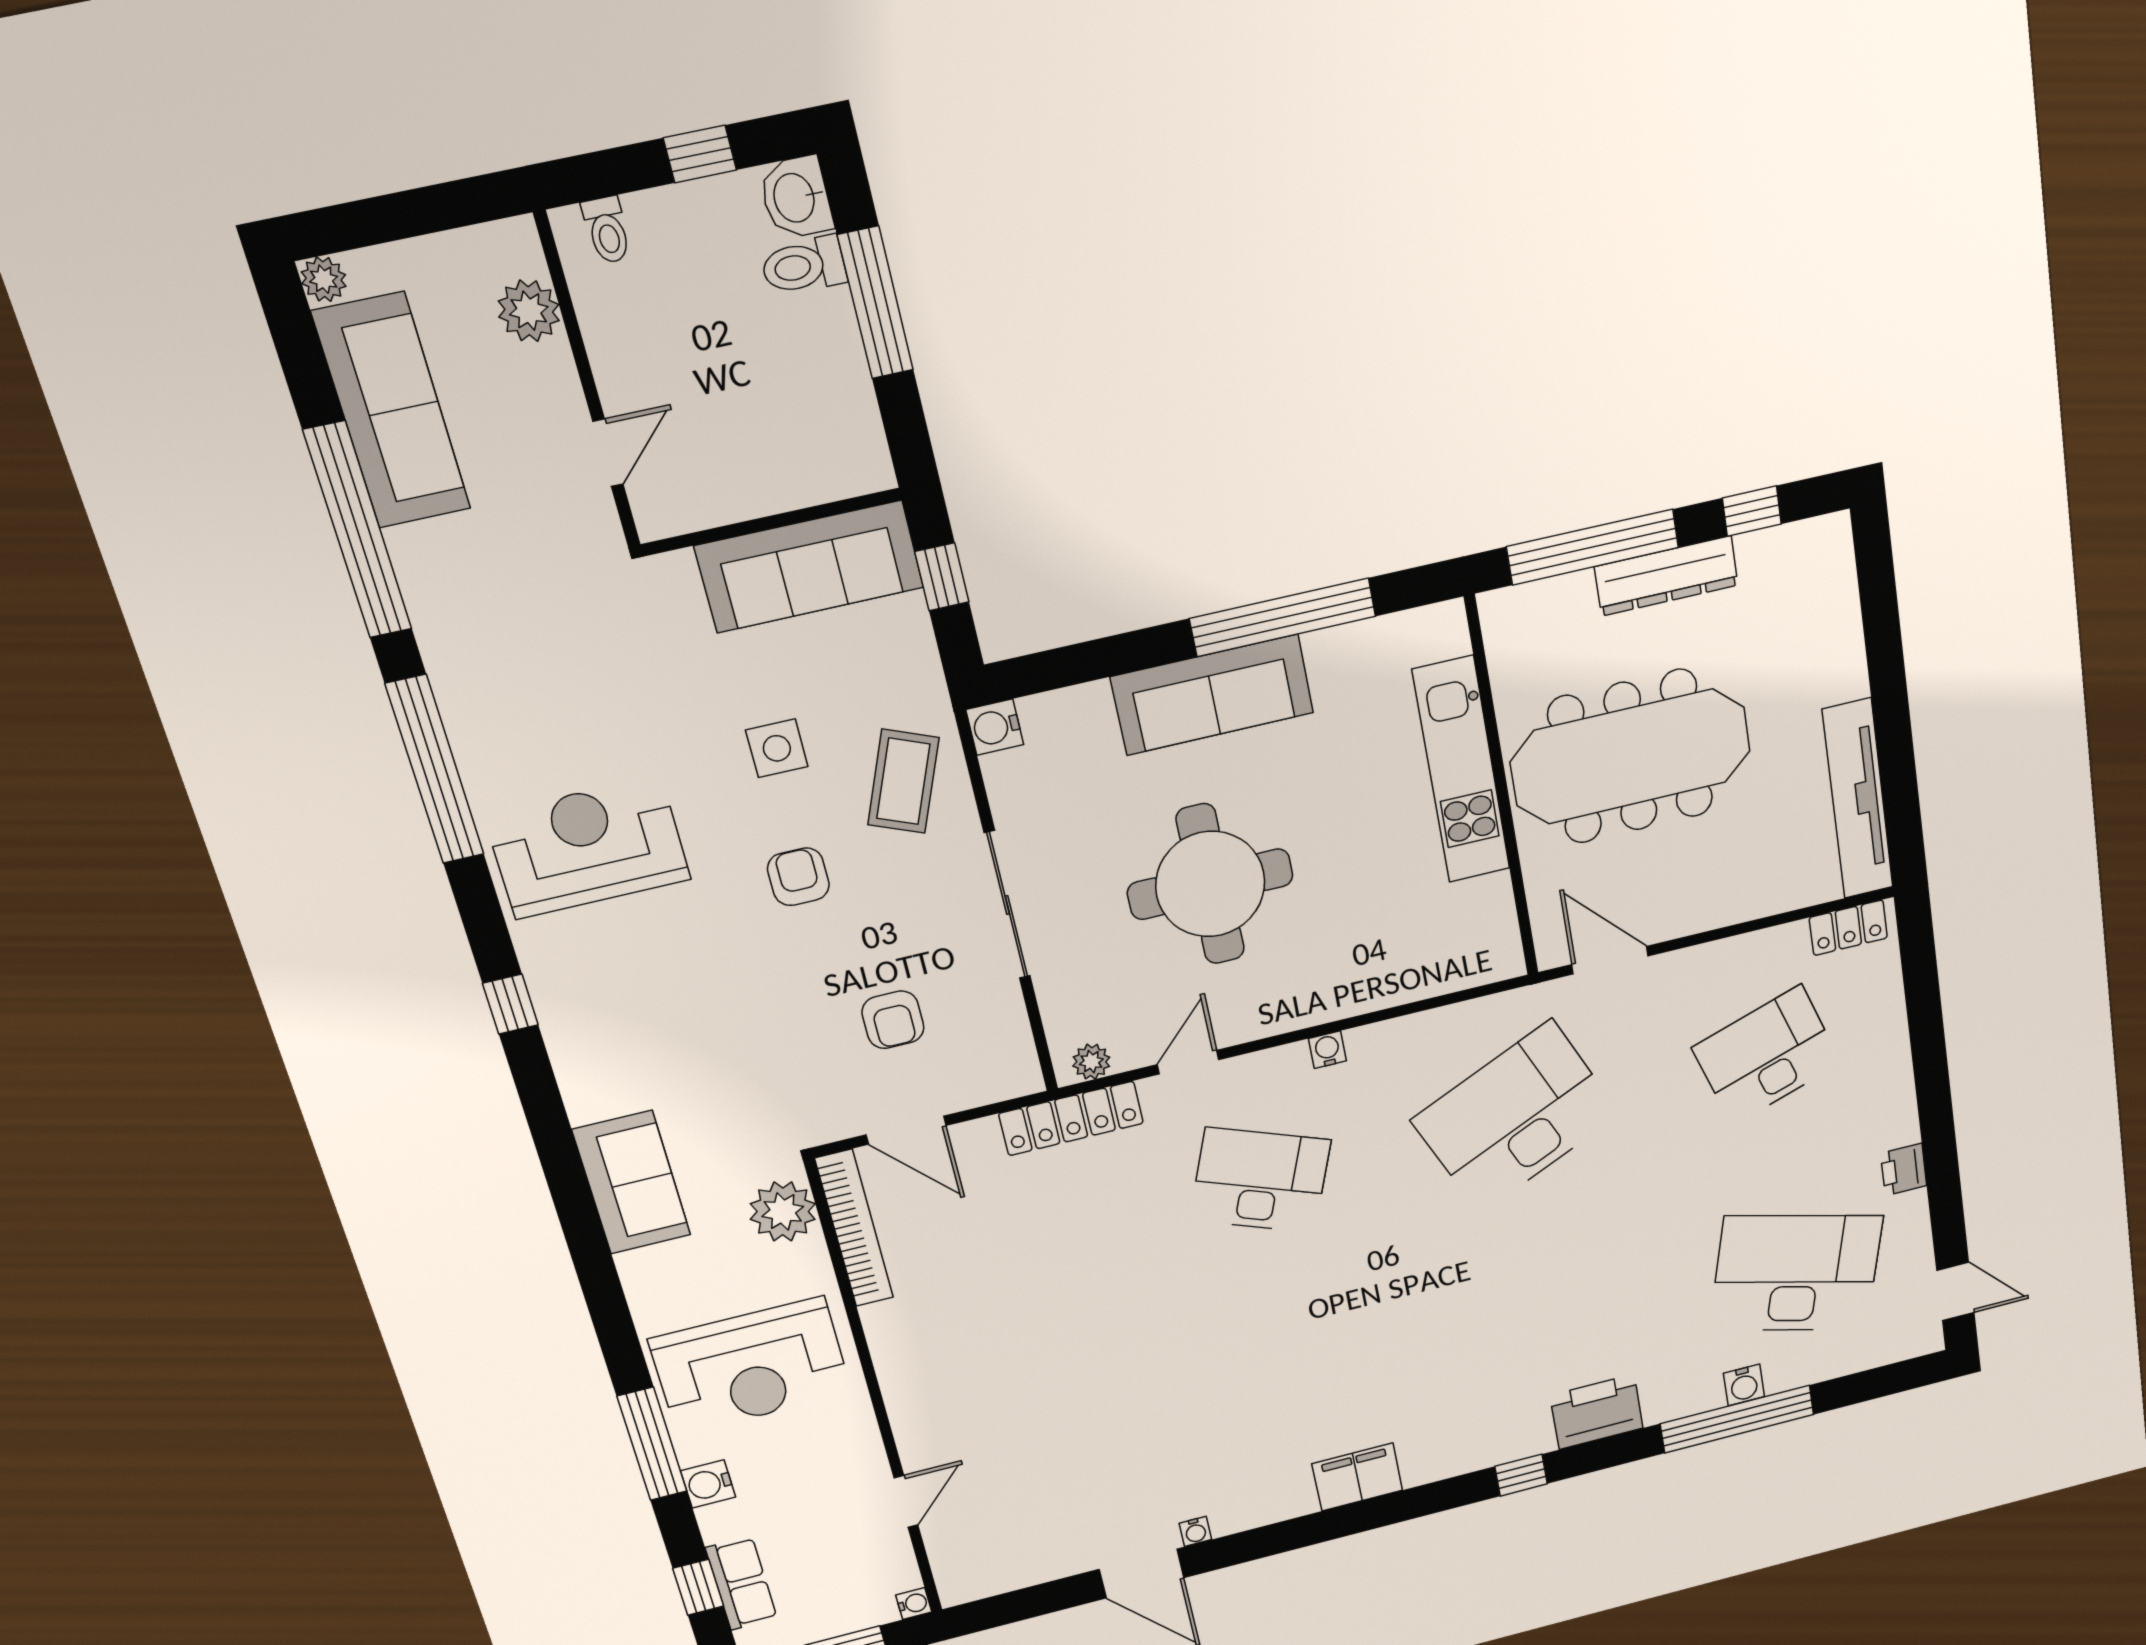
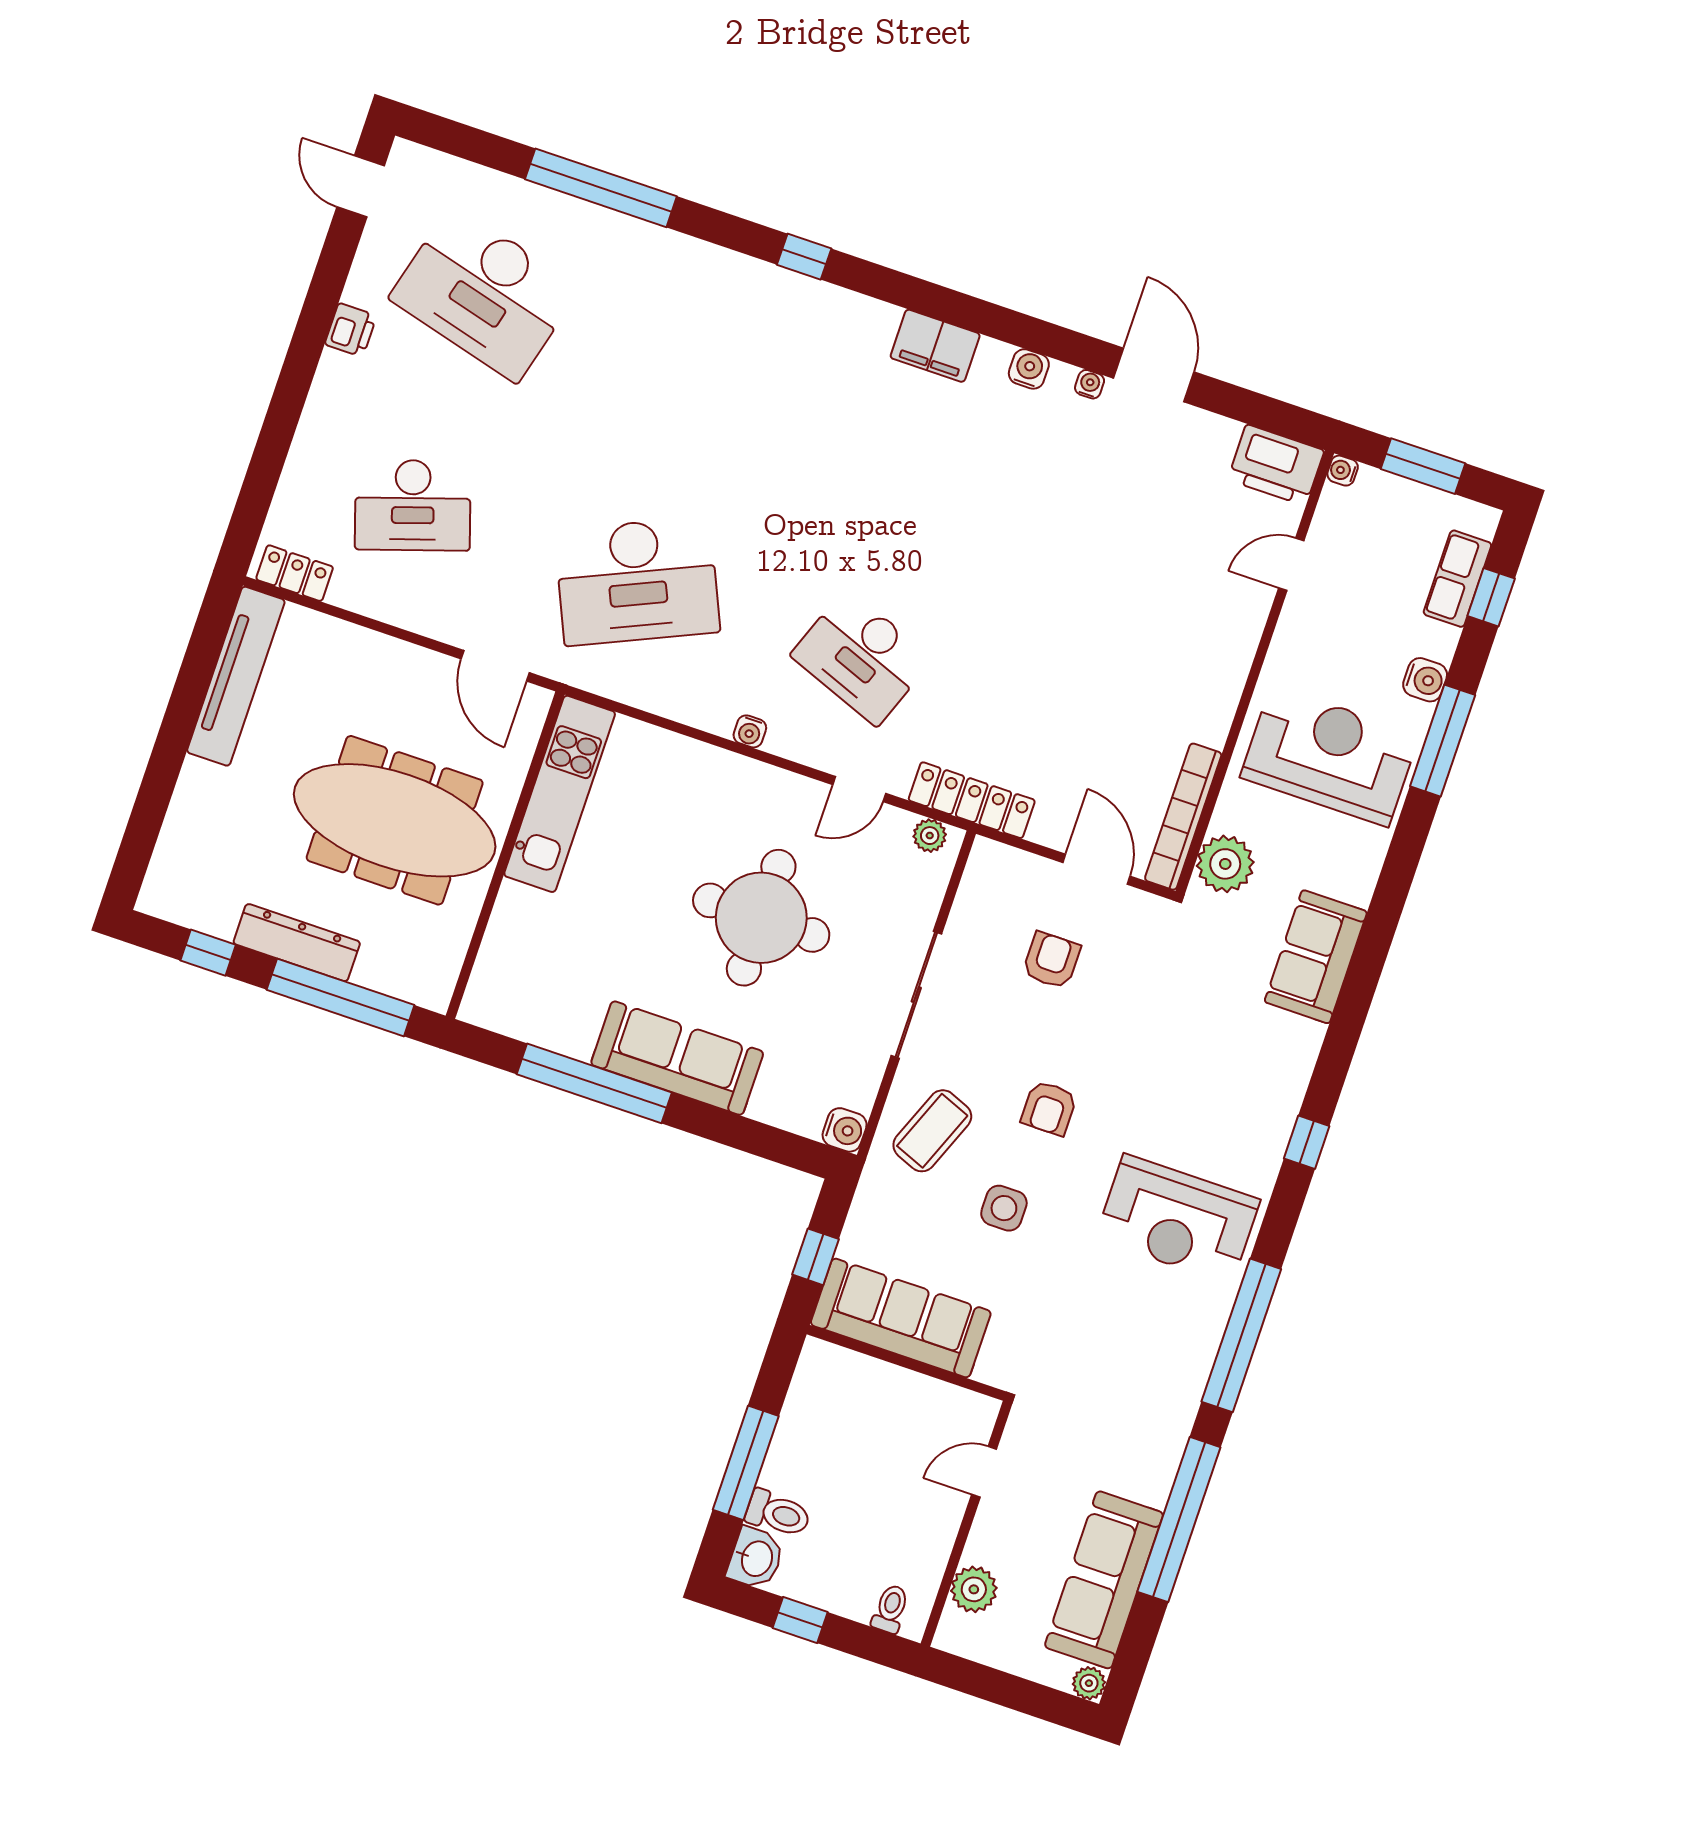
kitchen unit: (1461, 770) -> (560, 794), moved
water cooler: (1744, 1385) -> (1029, 369), moved
printer: (1597, 1412) -> (1276, 465), moved

